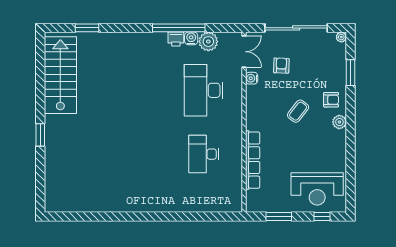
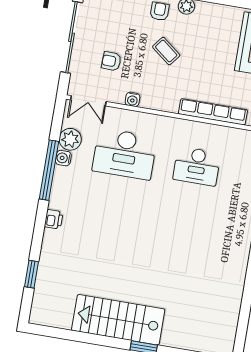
printer: (176, 39) -> (54, 219), moved
double door: (244, 52) -> (88, 101), swing flipped
stairs: (60, 75) -> (118, 320), moved
water cooler: (252, 78) -> (133, 99), moved

